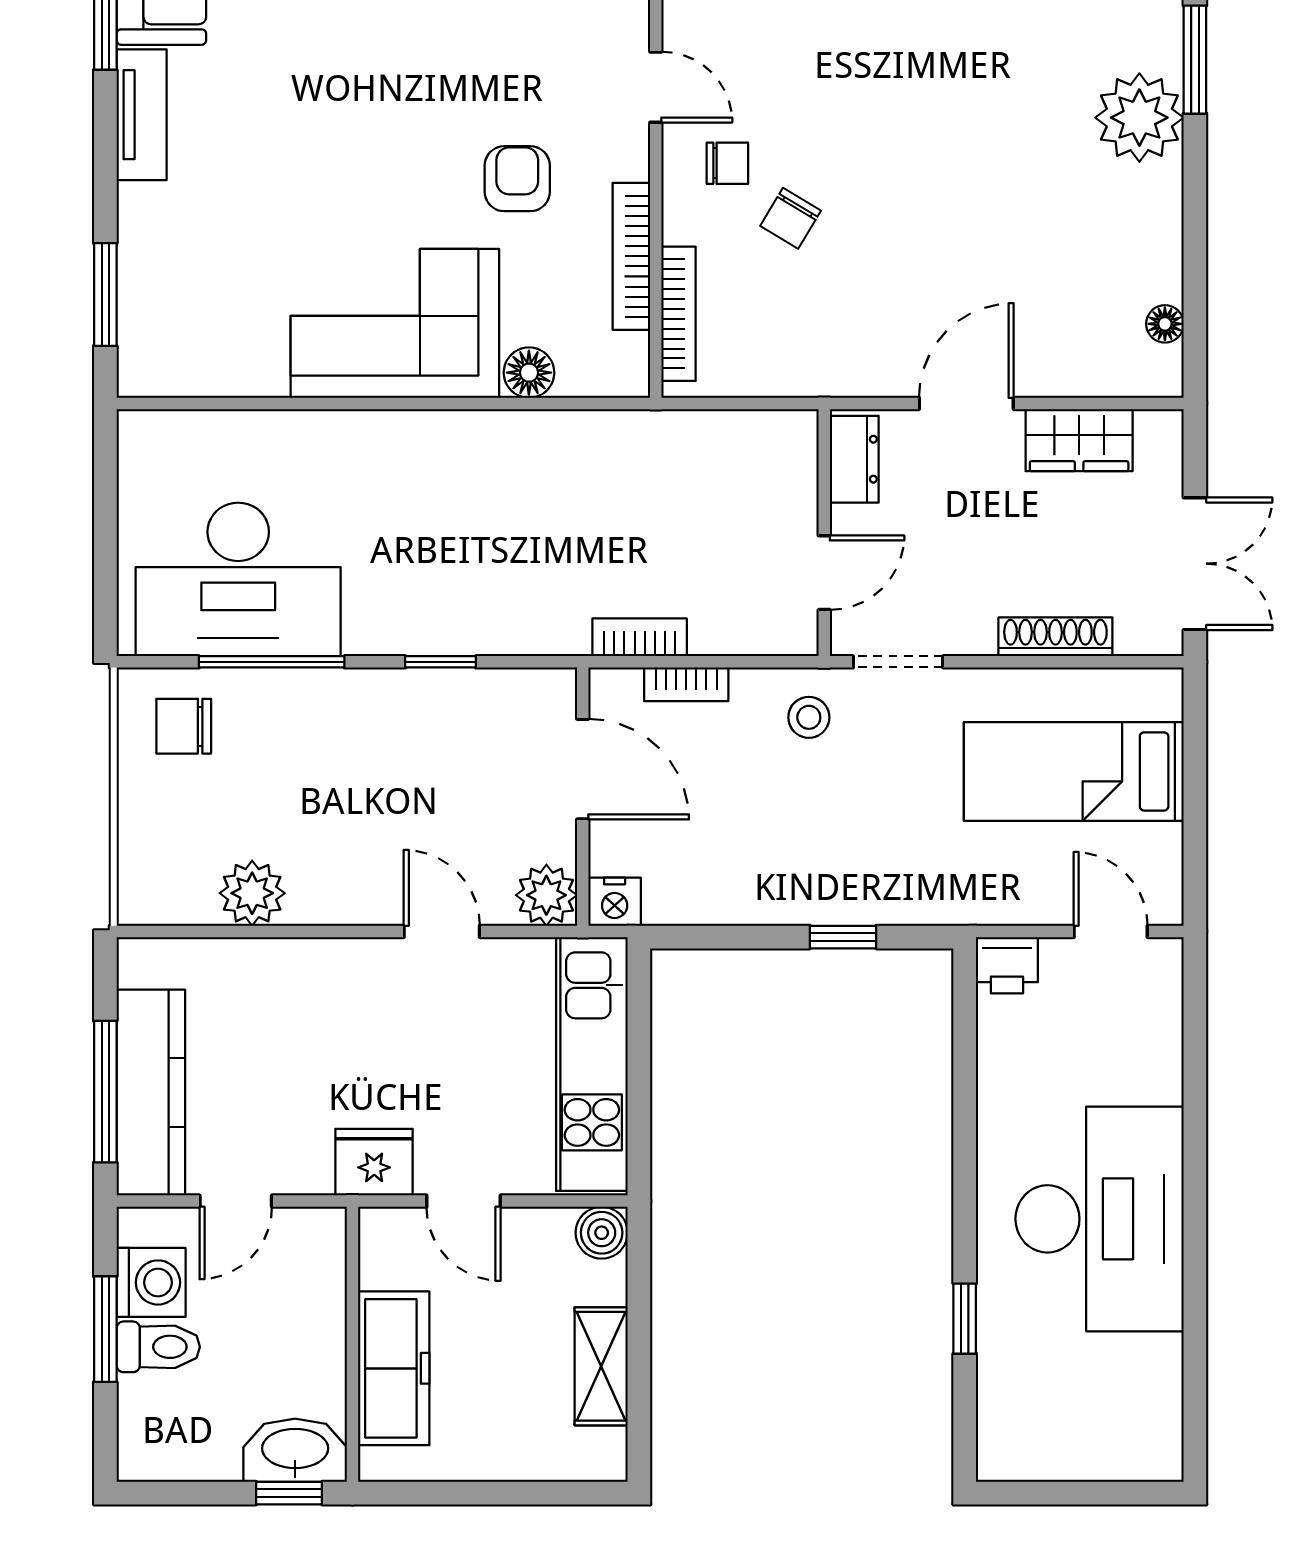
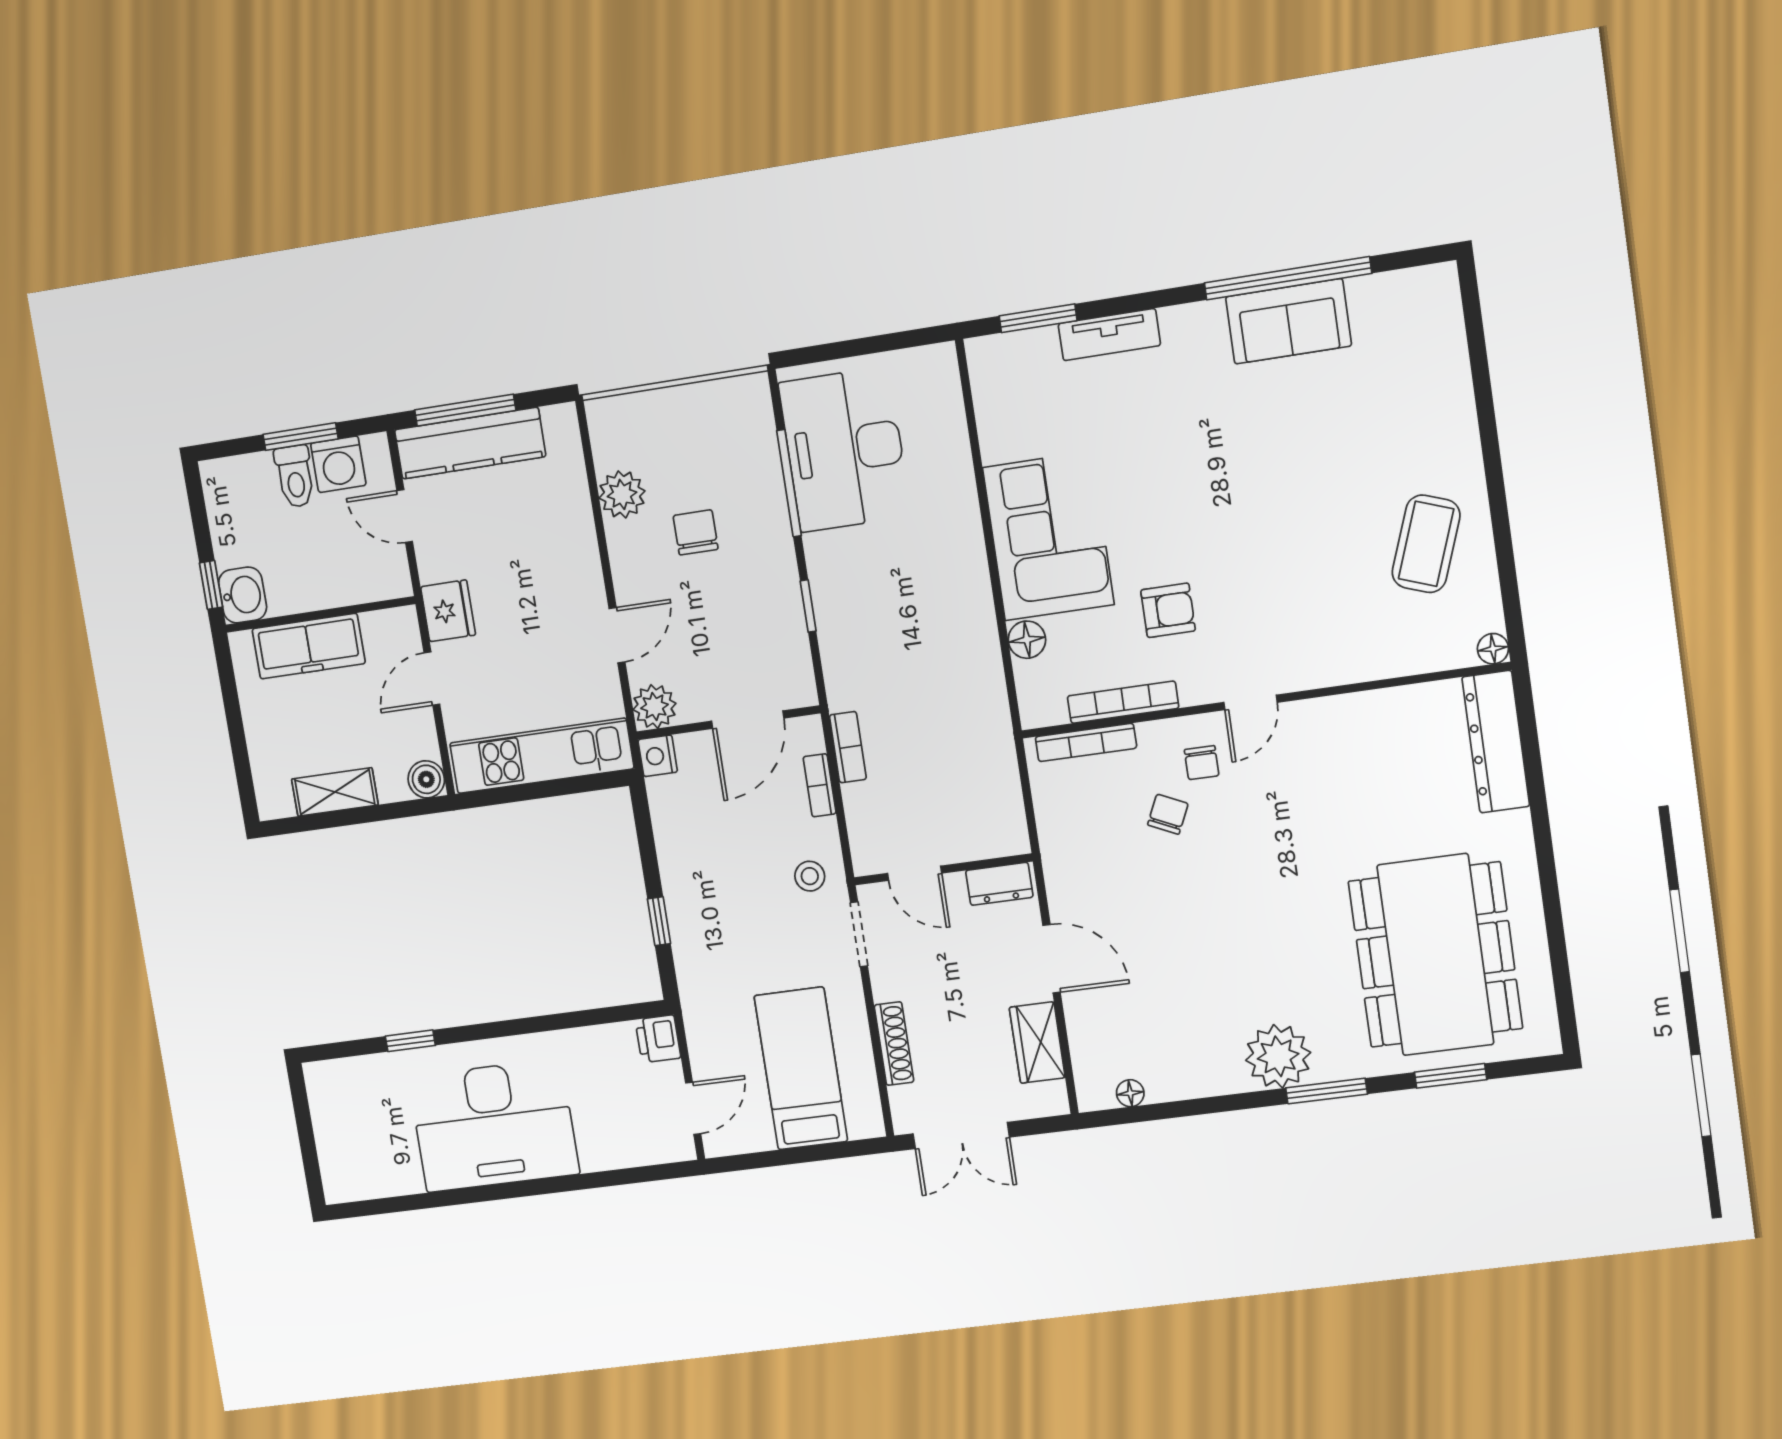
tv unit: (142, 115) -> (1109, 335), moved
chair: (791, 218) -> (1168, 814), turned 84
chair: (184, 726) -> (696, 532), moved
washbasin: (295, 1450) -> (243, 595), width x0.72

